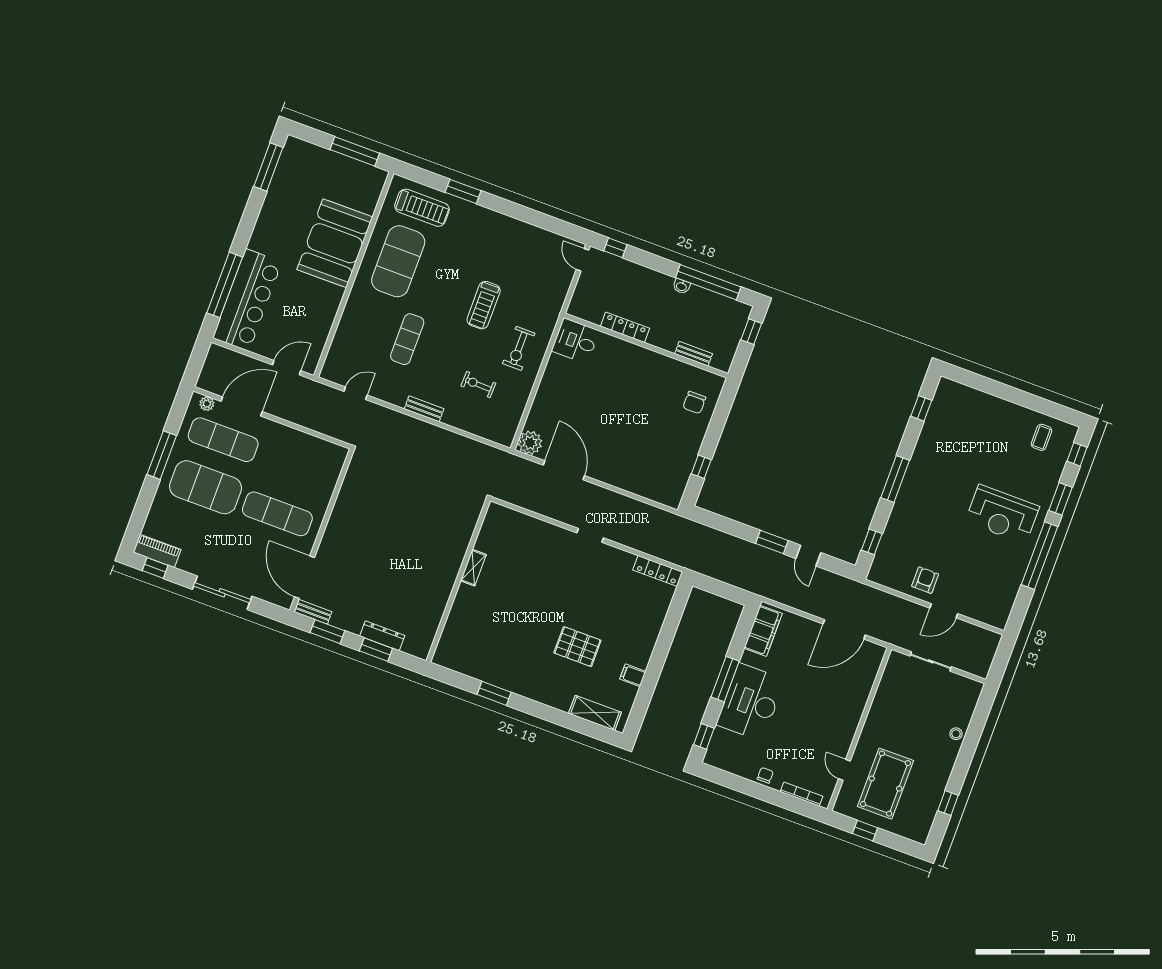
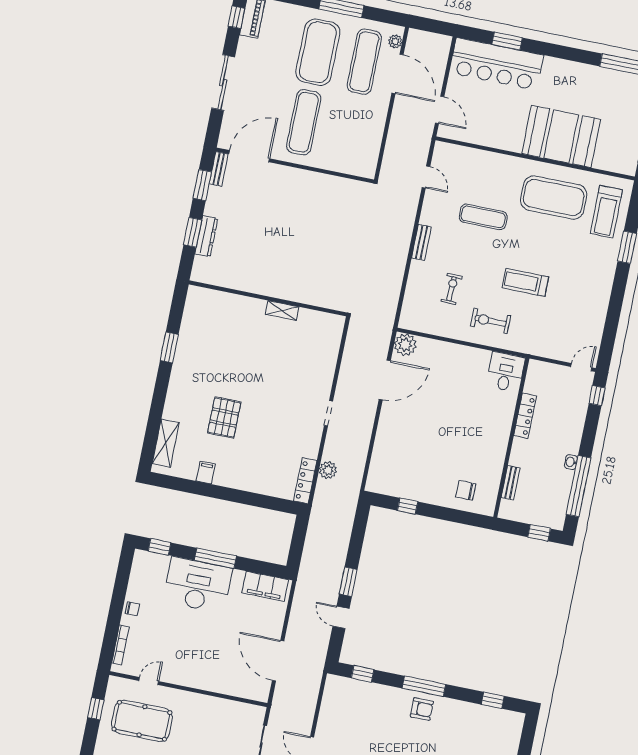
window: (225, 285) -> (507, 41), width x0.47
plant: (650, 545) -> (328, 470), added
door: (808, 556) -> (341, 617), hinge flipped
armchair: (925, 580) -> (422, 709), moved

